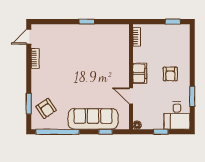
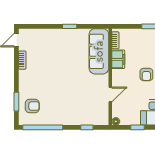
filing cabinet: (140, 73) -> (118, 59), moved
door: (131, 96) -> (110, 95), swing flipped
armchair: (46, 108) -> (32, 106), turned -56
sofa: (93, 119) -> (99, 51), moved, turned -90

